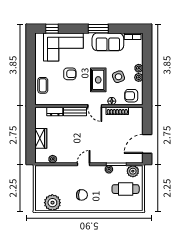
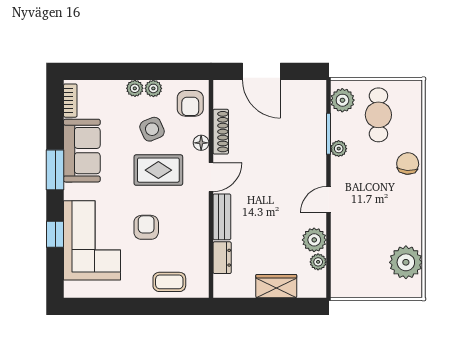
window: (52, 29) -> (55, 234), moved
door: (147, 144) -> (261, 71), moved
plant: (64, 157) -> (314, 240), added
door: (84, 164) -> (328, 200), hinge flipped
chair: (82, 195) -> (408, 164), moved

